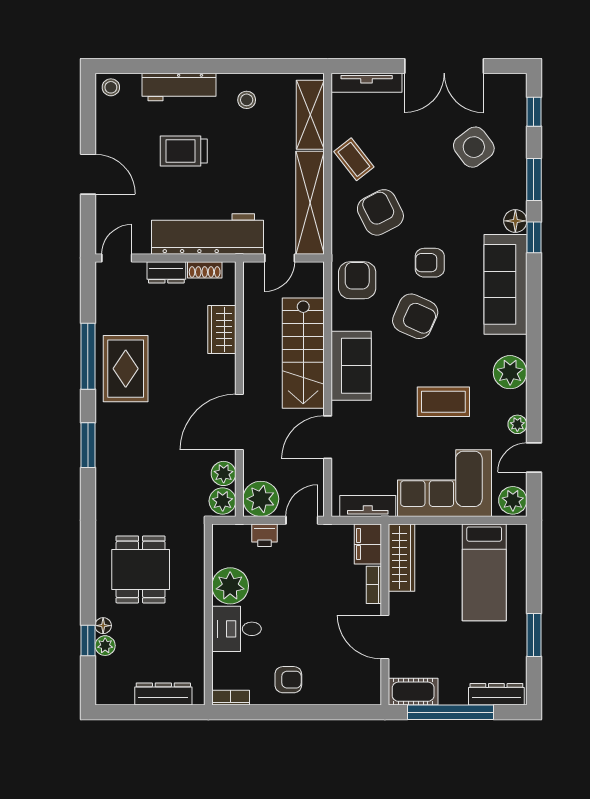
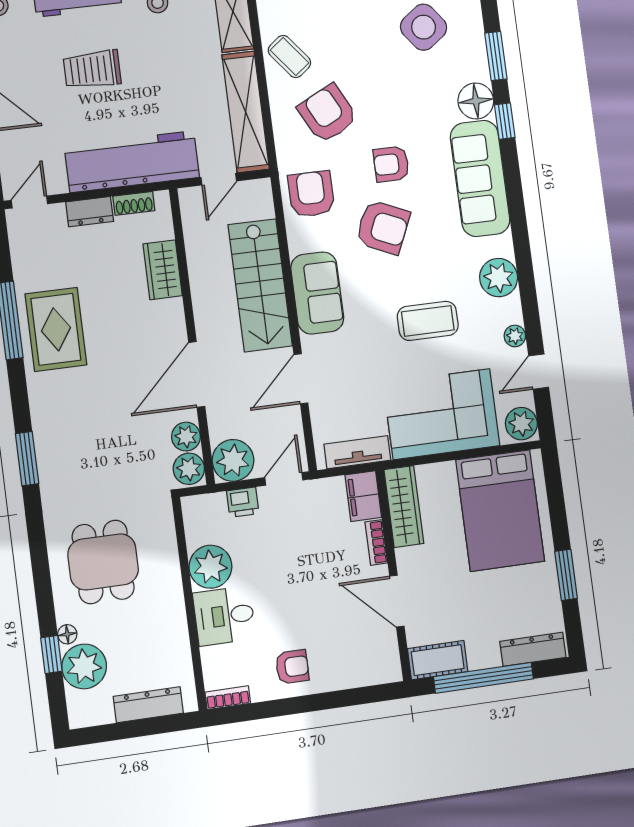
floor lamp: (515, 221) -> (476, 101), width x1.38, depth x1.38
window: (88, 445) -> (27, 459), moved
bed: (484, 572) -> (500, 511), width x1.50
plant: (105, 646) -> (84, 666), width x1.88, depth x1.88

